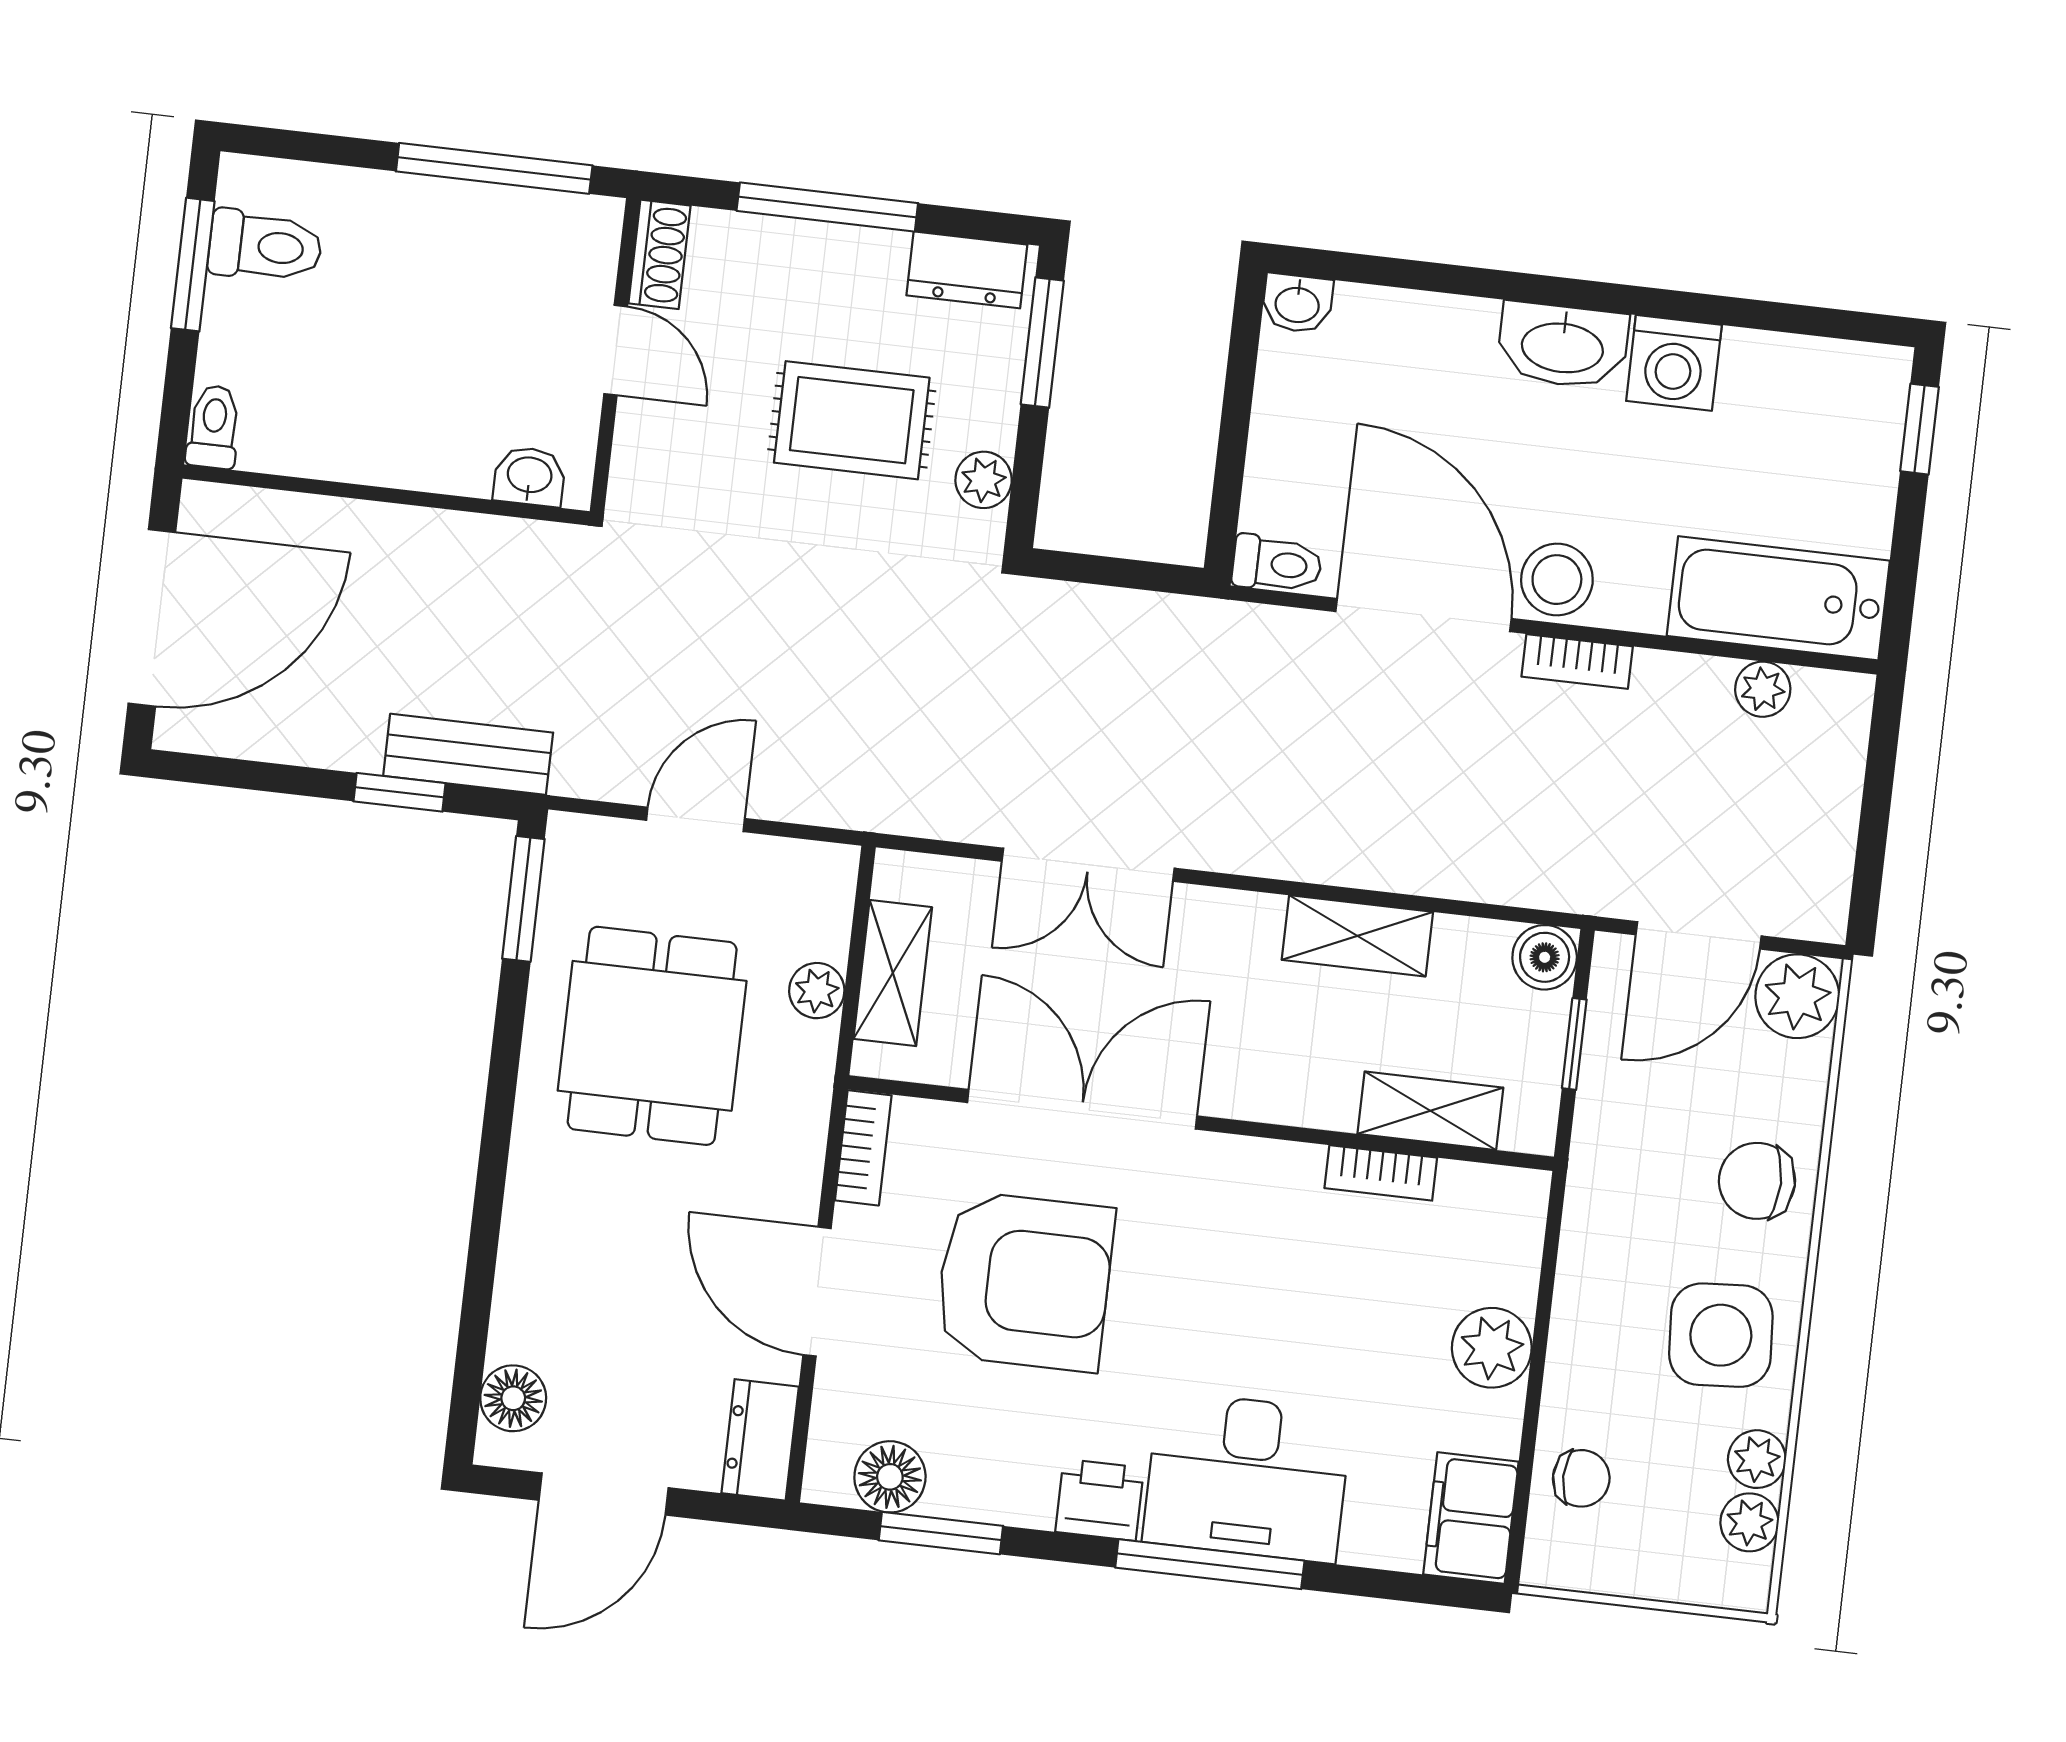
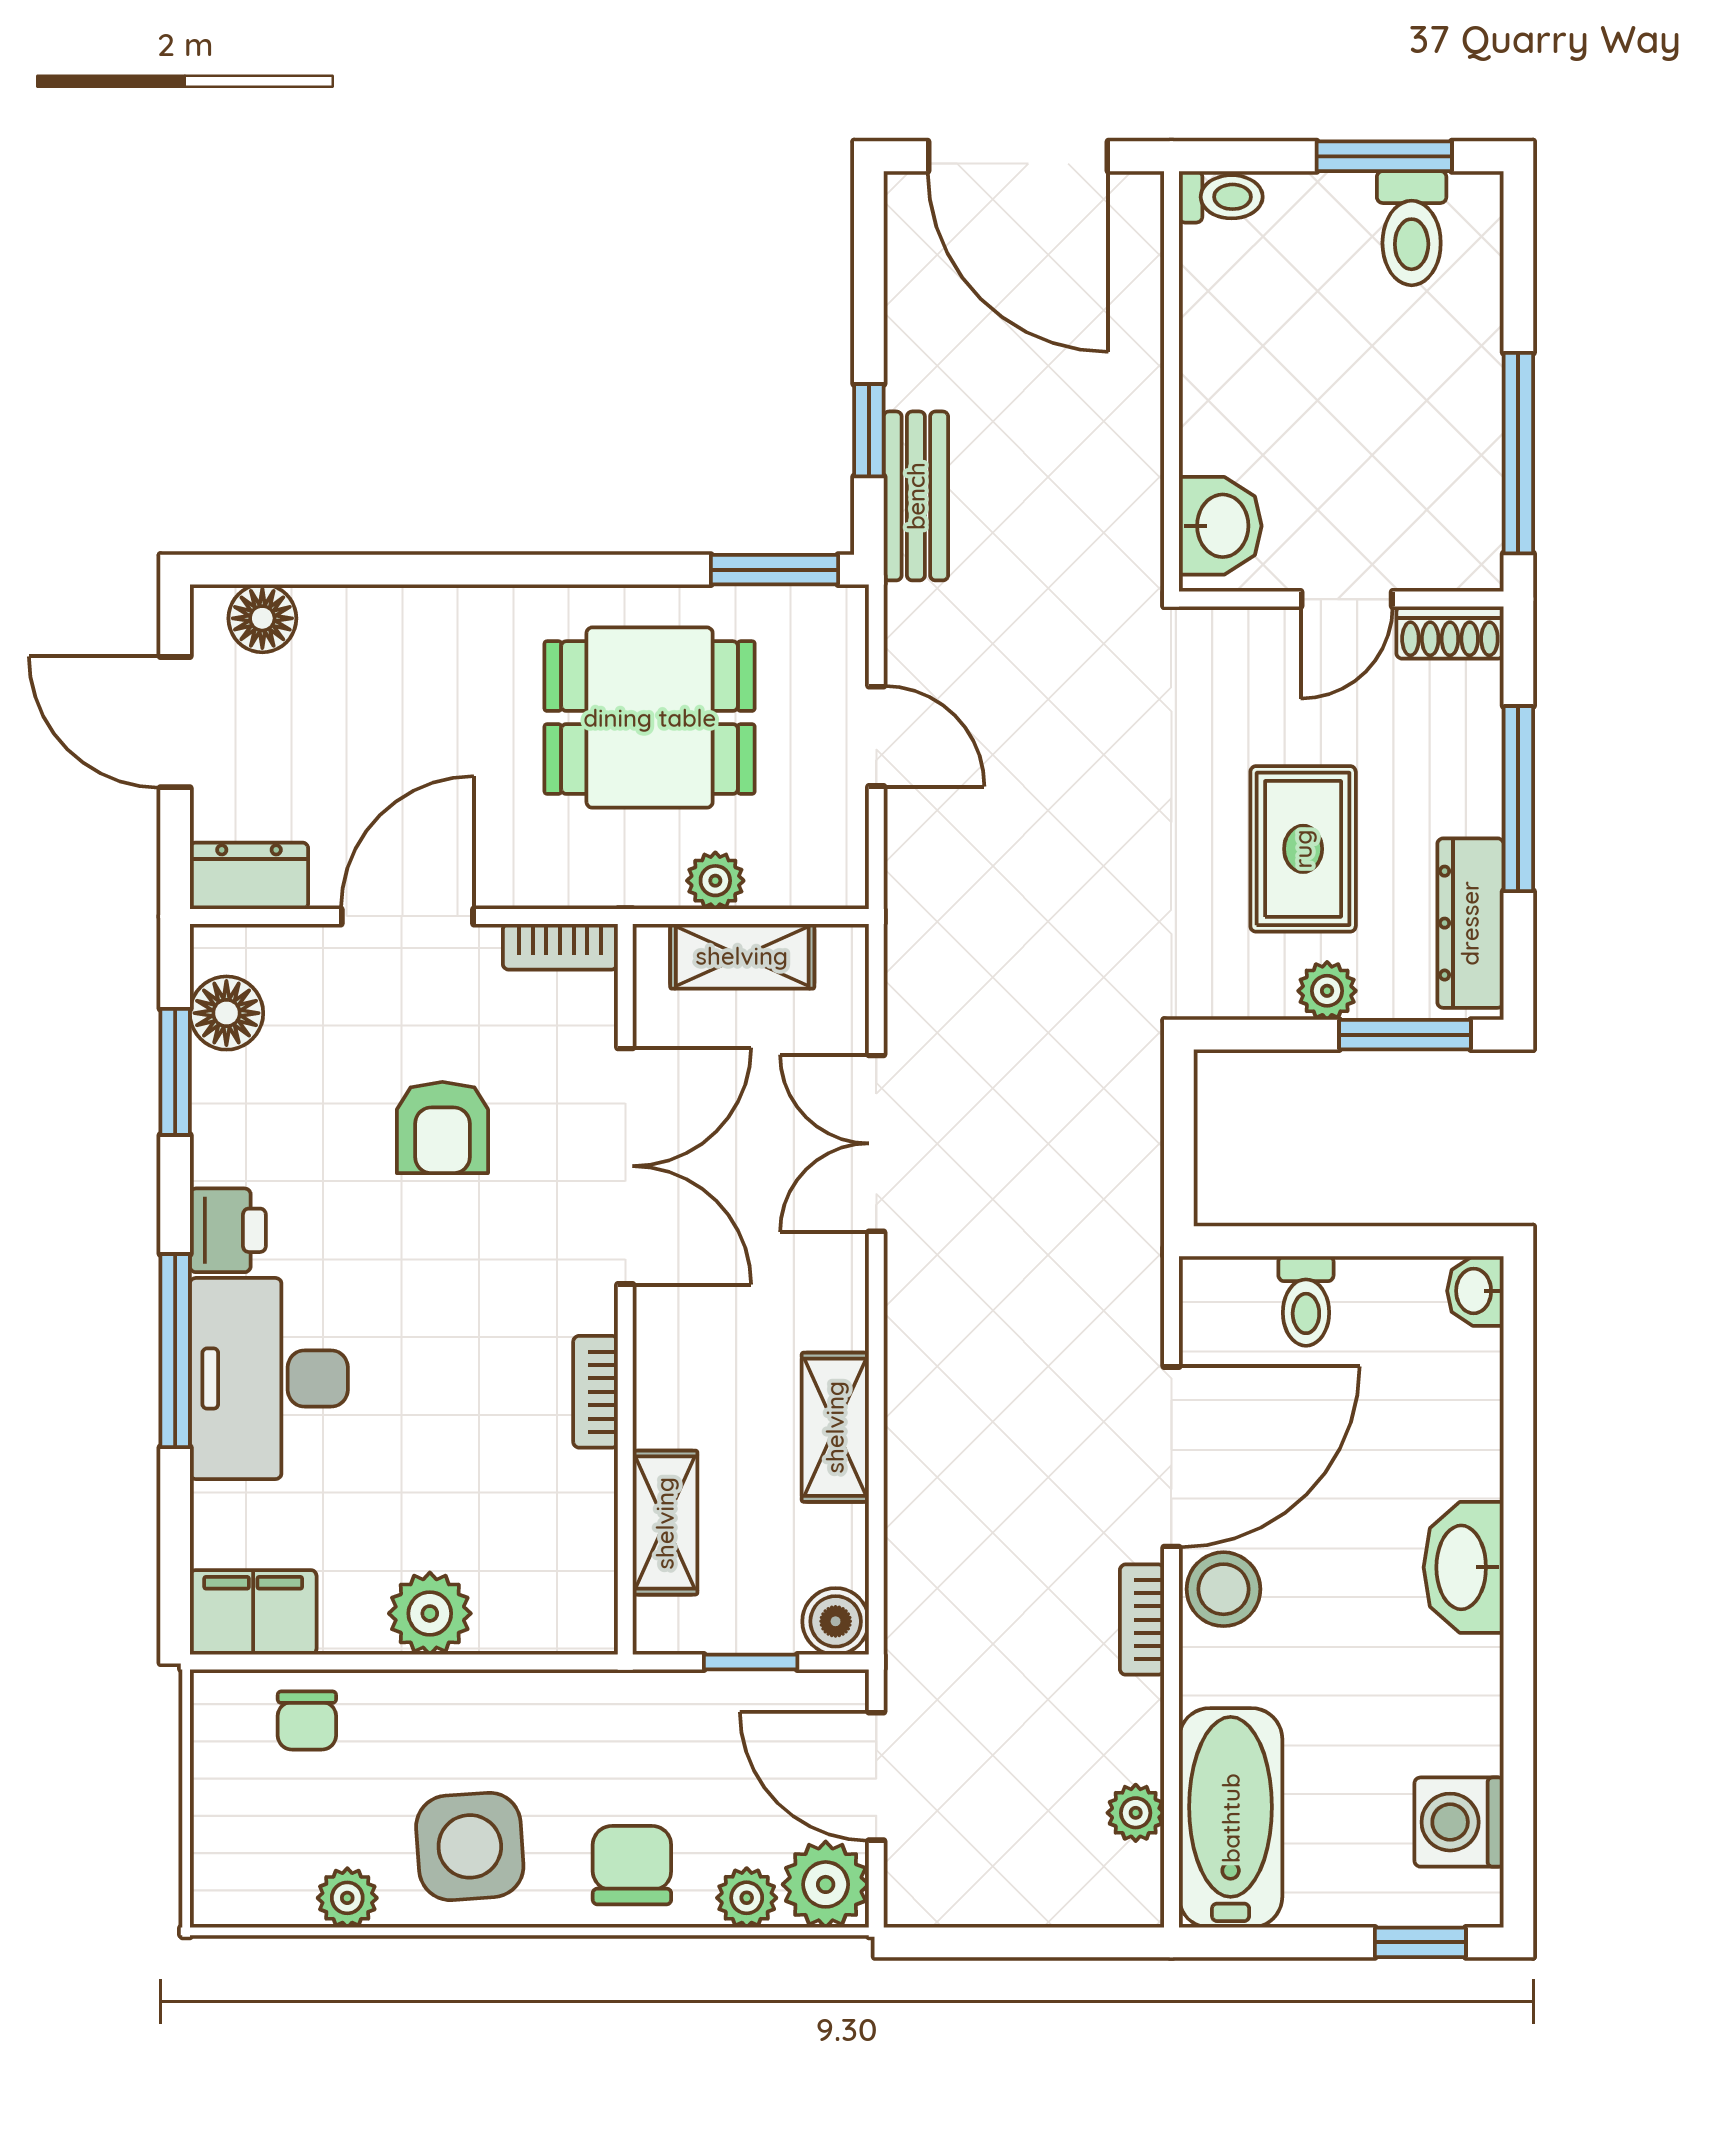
dresser: (967, 270) -> (1470, 923), width x1.44
washing machine: (1674, 363) -> (1459, 1822), moved
washbasin: (529, 476) -> (1220, 526), width x1.38, depth x1.45
plant: (984, 480) -> (1327, 991), moved
toilet: (1277, 564) -> (1306, 1301), moved
bookcase: (1381, 1173) -> (596, 1392), moved
armchair: (1024, 1281) -> (442, 1128), width x0.53, depth x0.53
plant: (1749, 1522) -> (747, 1898), moved

